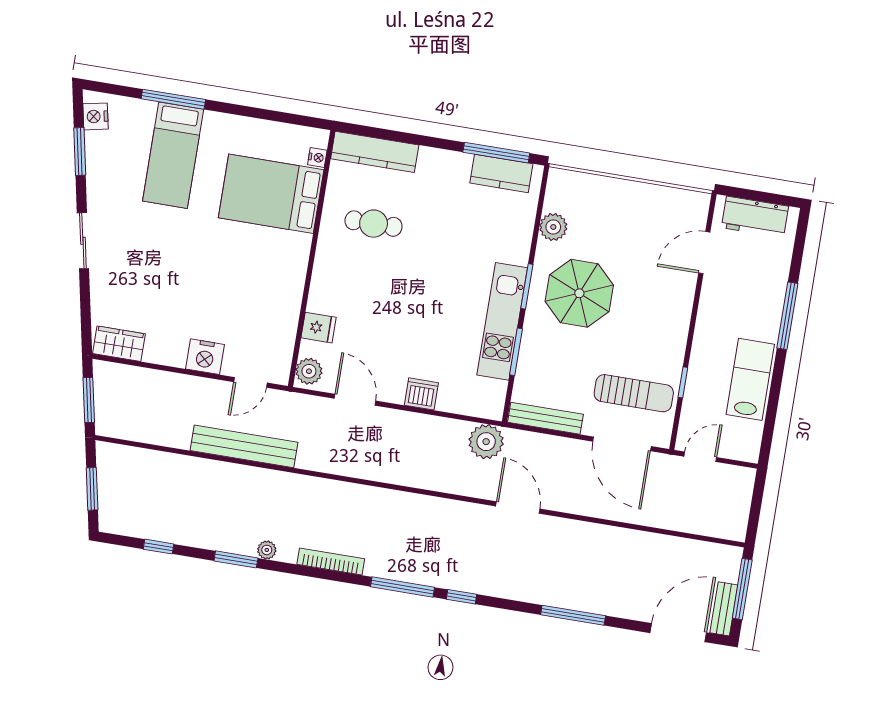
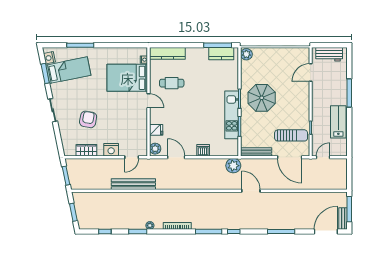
bed: (173, 155) -> (68, 70), moved, turned -101
plant: (553, 227) -> (246, 54), moved
door: (312, 256) -> (149, 101), added
armchair: (163, 276) -> (88, 119), added
wardrobe: (119, 344) -> (86, 150), moved

